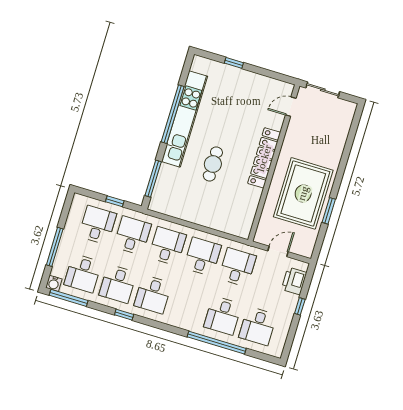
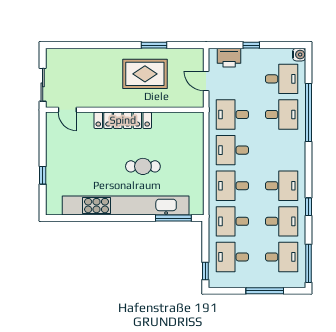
window: (173, 114) -> (108, 218), removed
kitchen unit: (185, 119) -> (126, 206), width x1.36
rug: (303, 193) -> (145, 74), width x0.73, depth x0.69
window: (115, 201) -> (205, 271), moved
water cooler: (54, 283) -> (299, 55), moved

